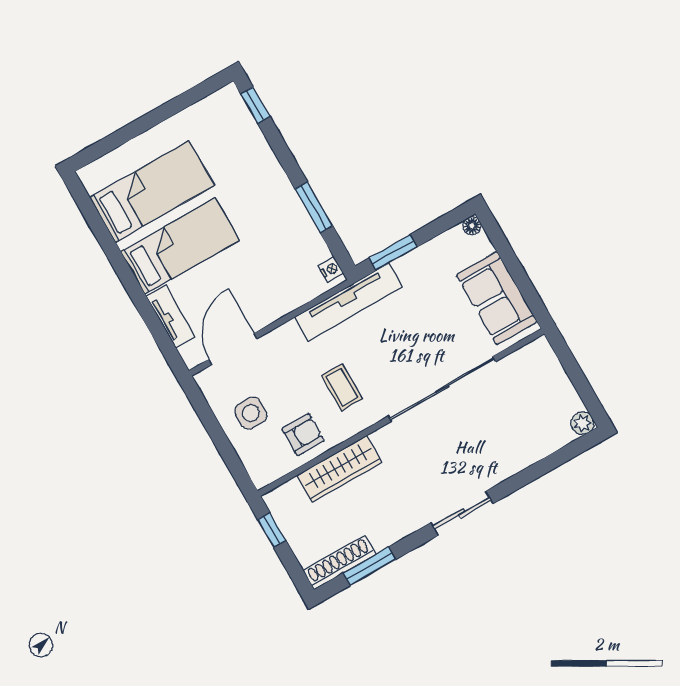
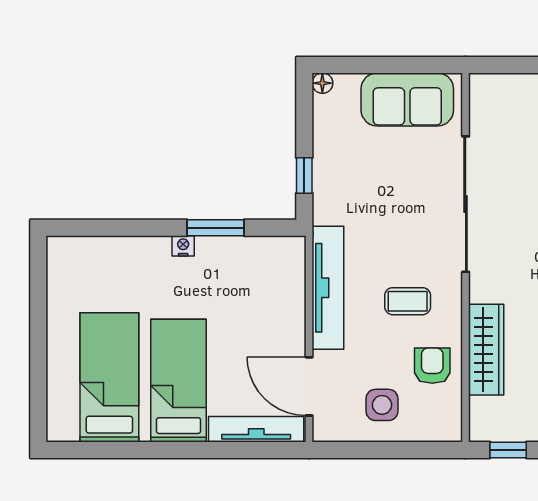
window: (255, 105) -> (83, 228), removed
window: (393, 252) -> (304, 175), width x0.67
nightstand: (331, 269) -> (183, 246), moved
tv unit: (349, 302) -> (328, 288), moved
tv unit: (171, 317) -> (256, 429), width x1.41

